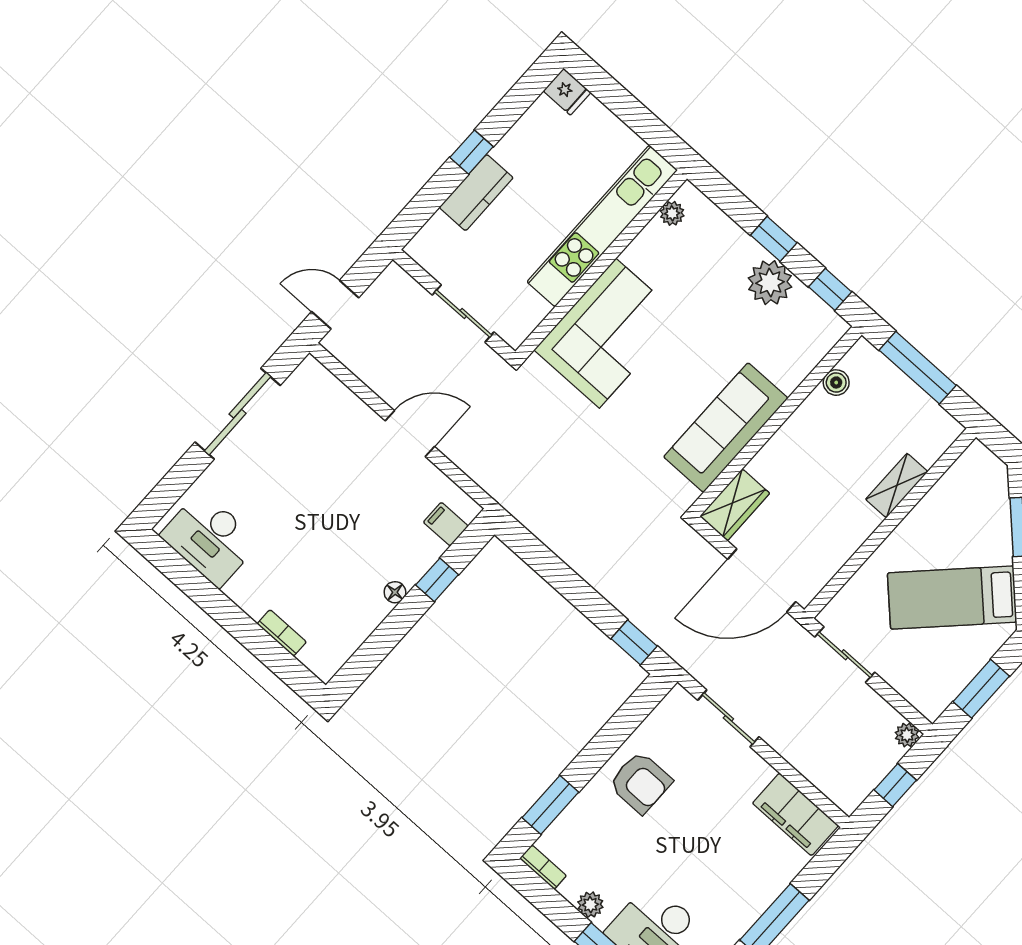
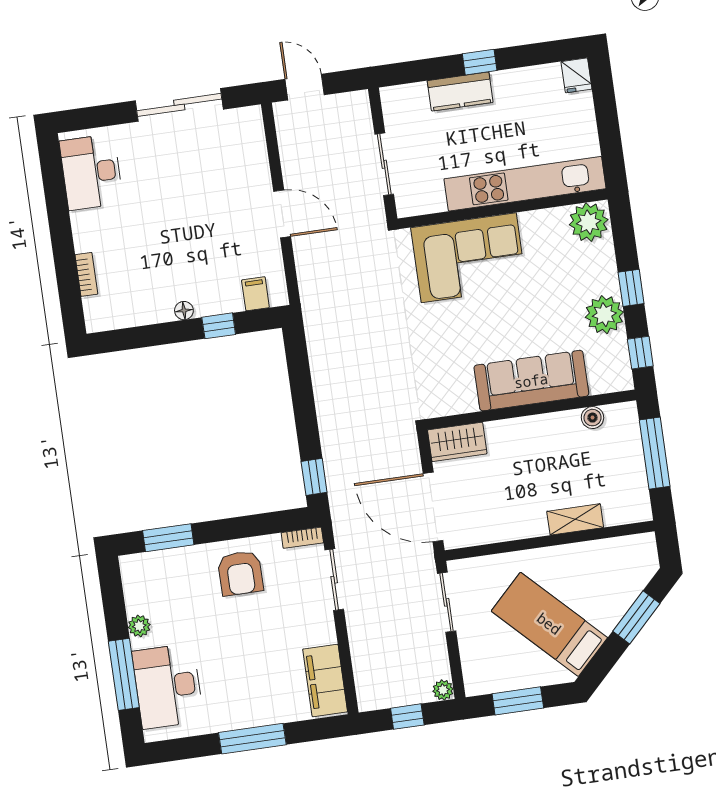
plant: (672, 213) -> (589, 222), width x1.88, depth x1.88
sofa: (726, 428) -> (531, 381), moved
bookcase: (543, 867) -> (302, 538), moved, turned 90

